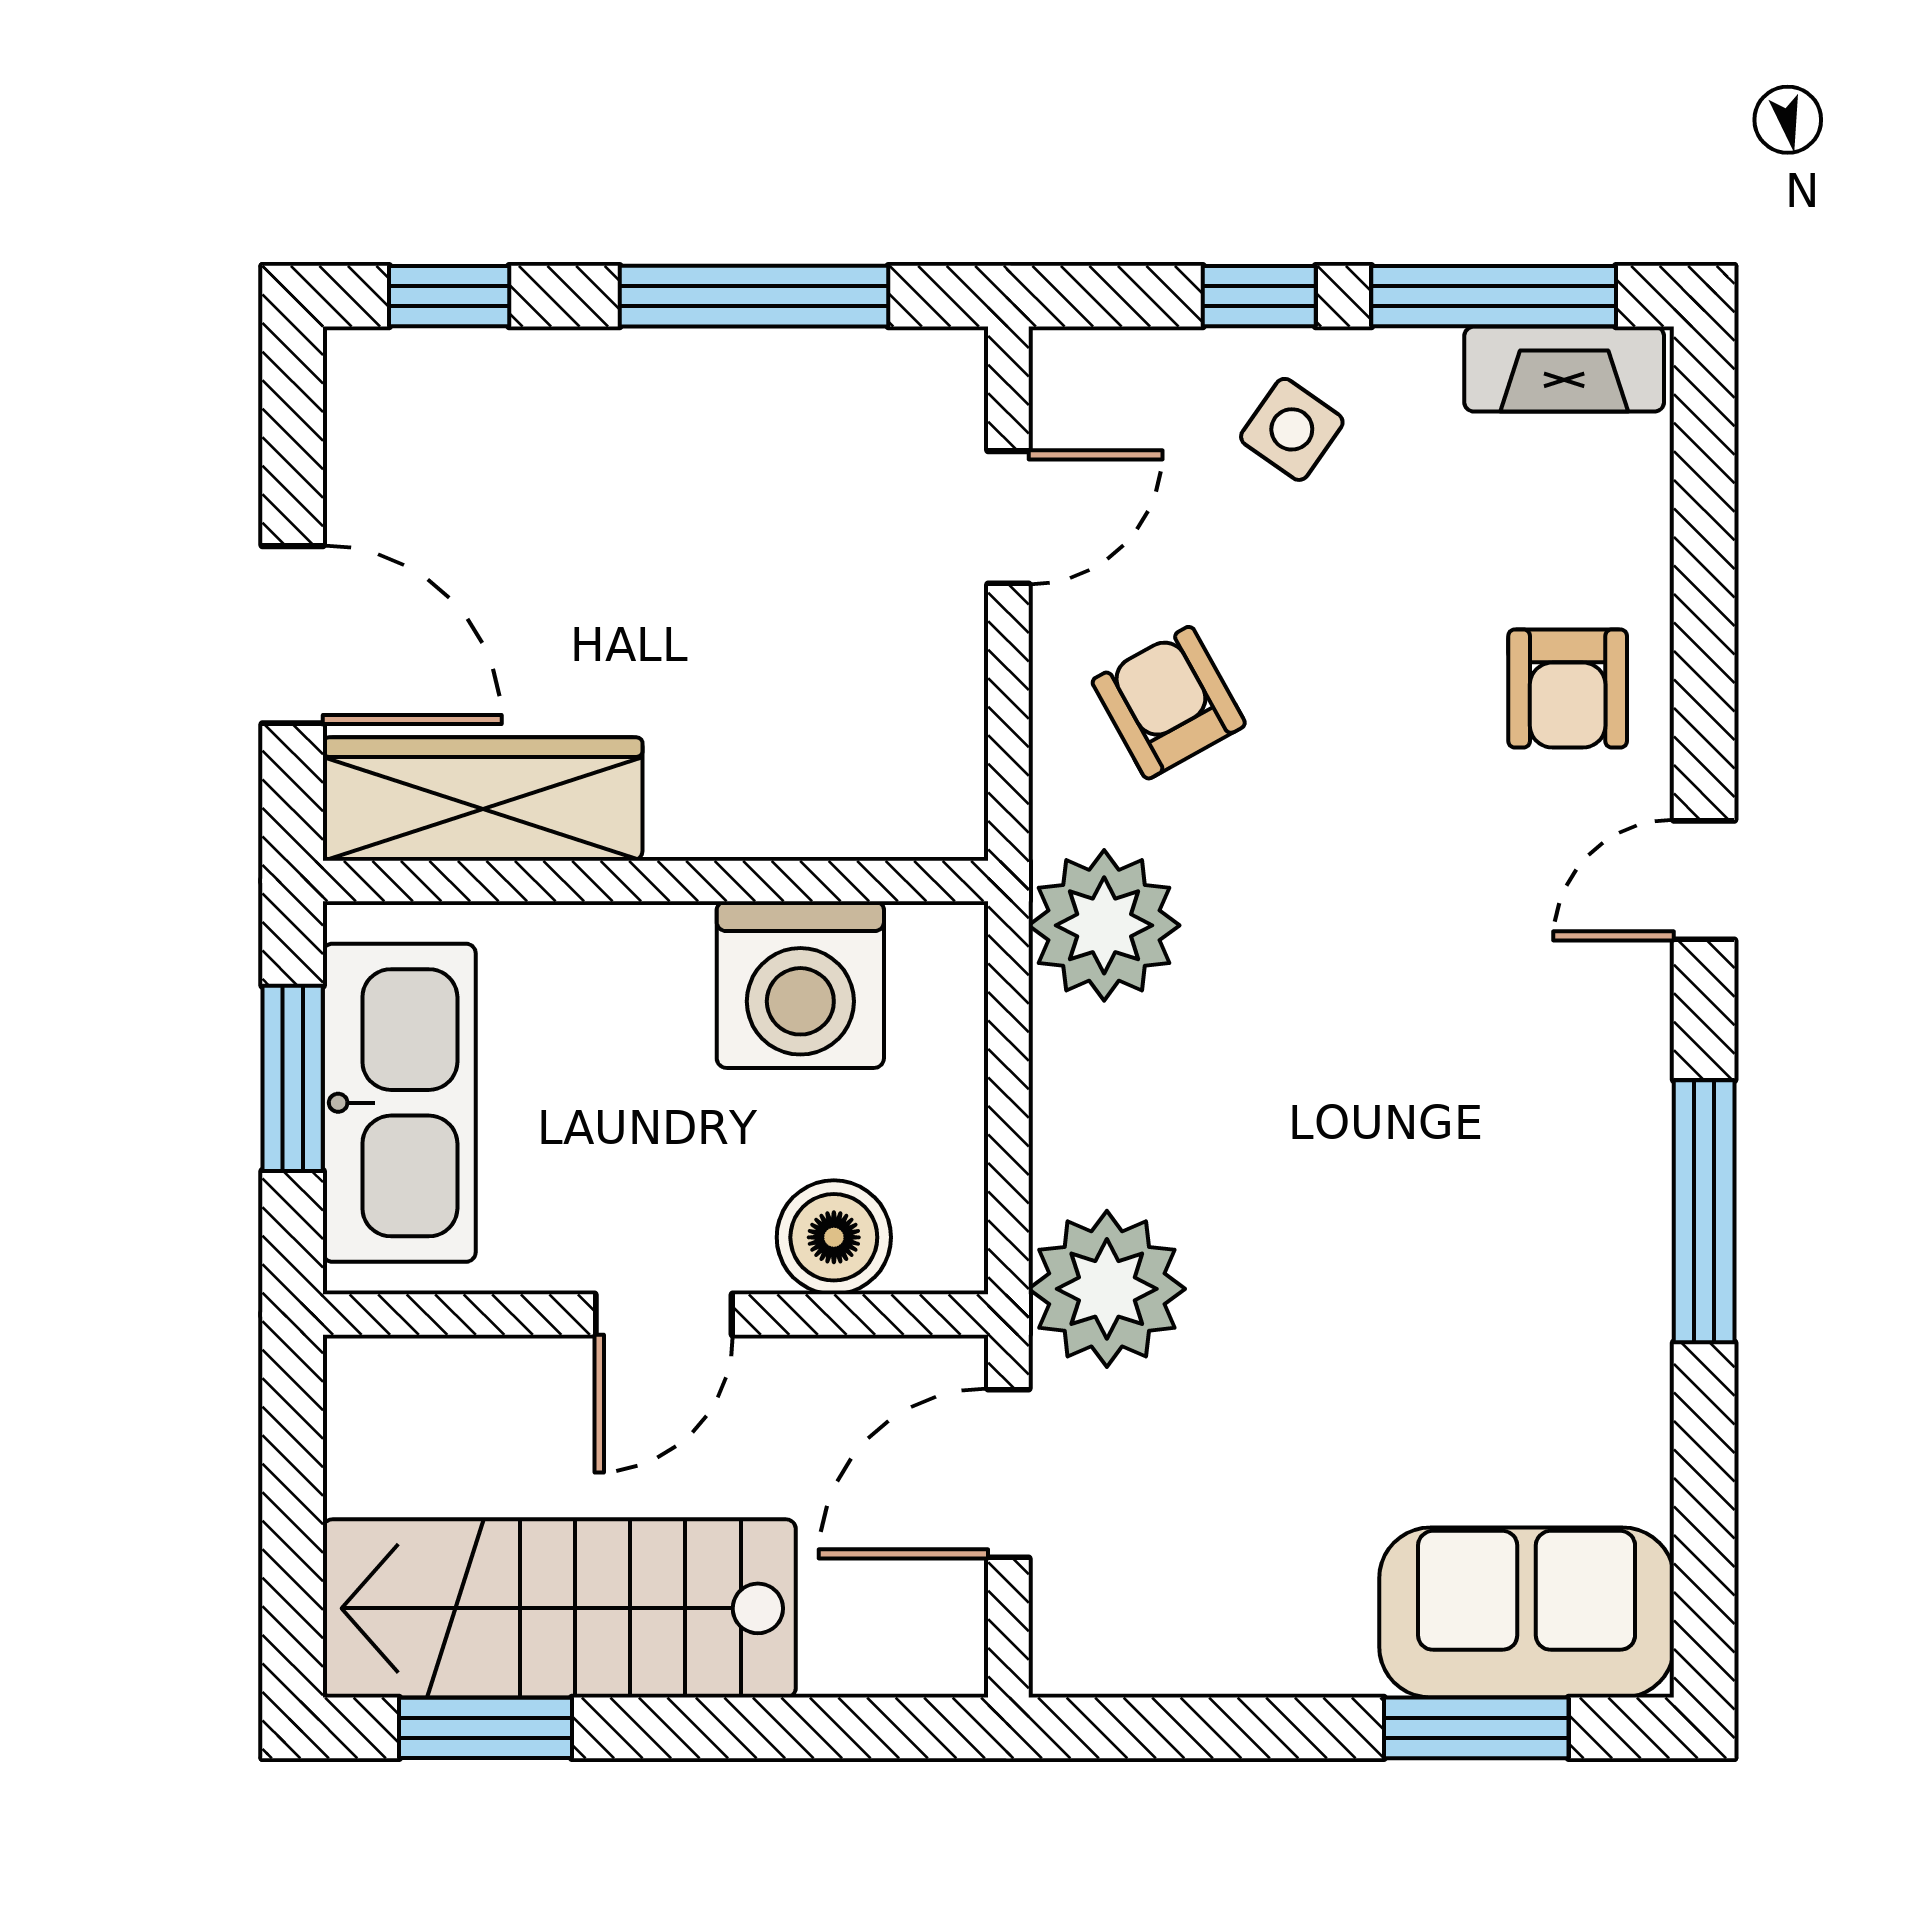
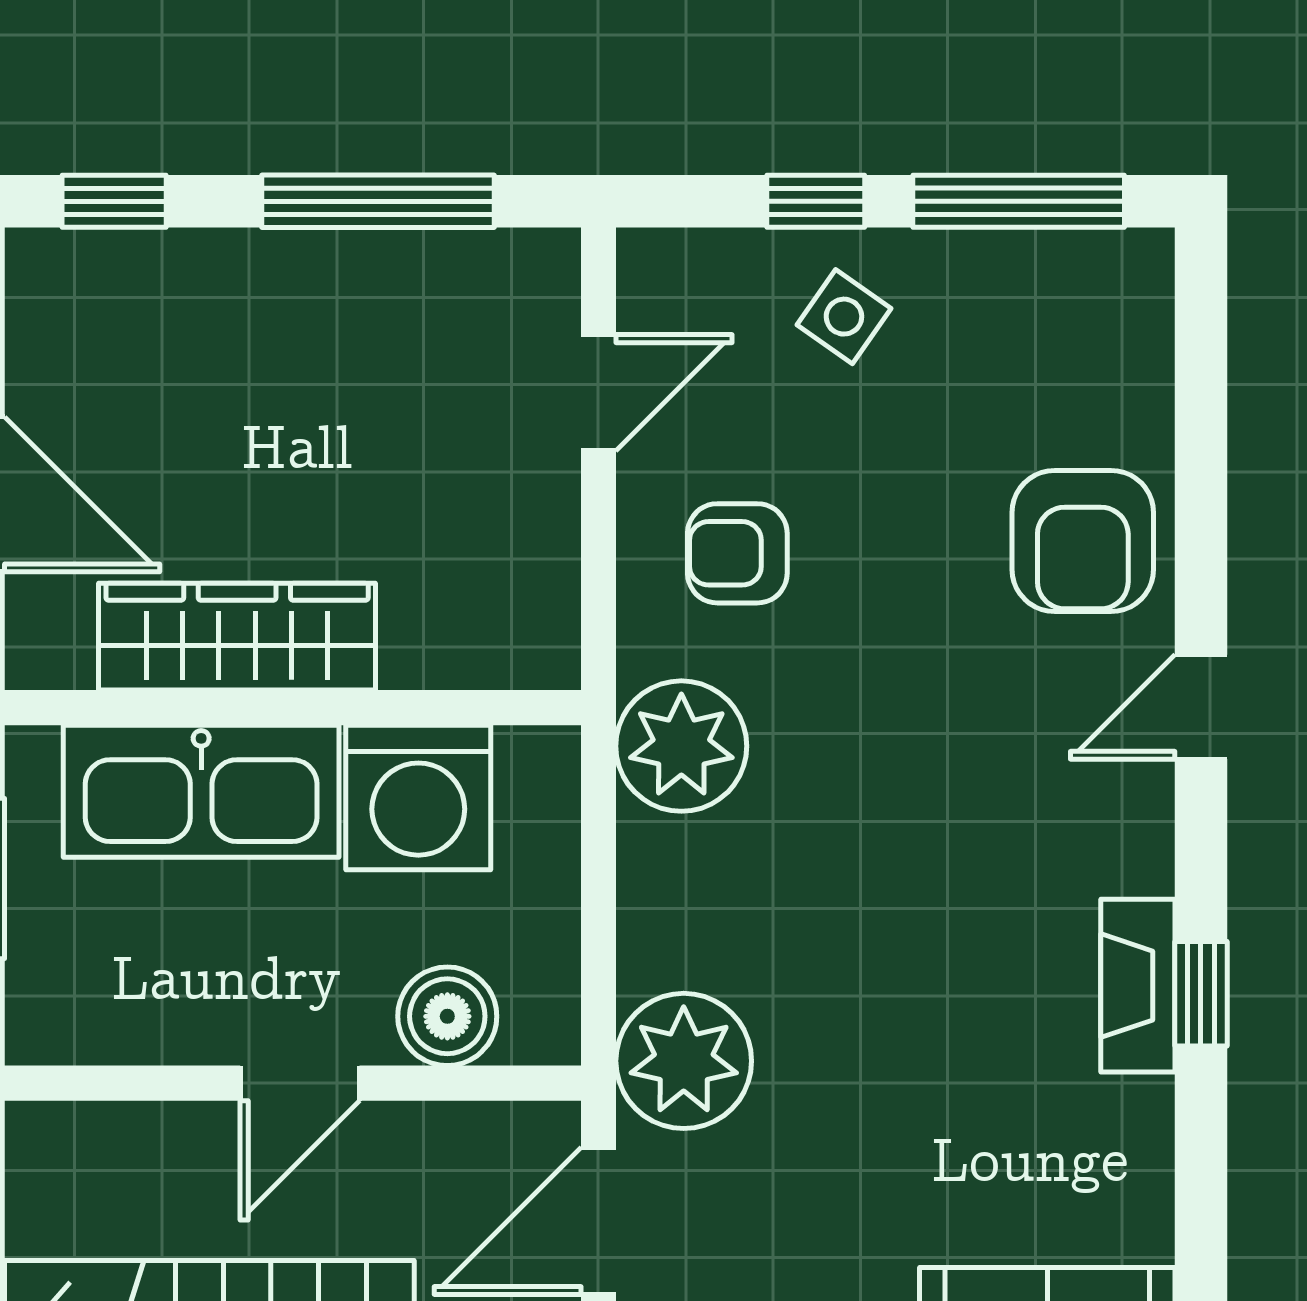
fireplace: (1564, 369) -> (1138, 986), moved, turned 90
armchair: (1568, 688) -> (1083, 541), width x1.38, depth x1.38
armchair: (1169, 703) -> (737, 553), turned -61
wardrobe: (483, 799) -> (237, 637), moved
kitchen sink: (399, 1103) -> (201, 791), moved, turned 90
window: (1704, 1211) -> (1201, 994), width x0.46

